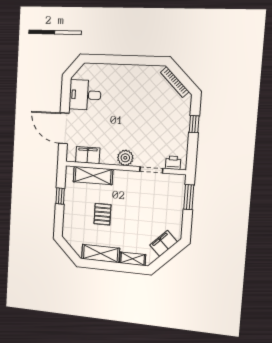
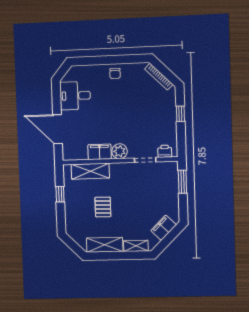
chair: (129, 75) -> (115, 74), added
filing cabinet: (88, 155) -> (100, 152), moved

